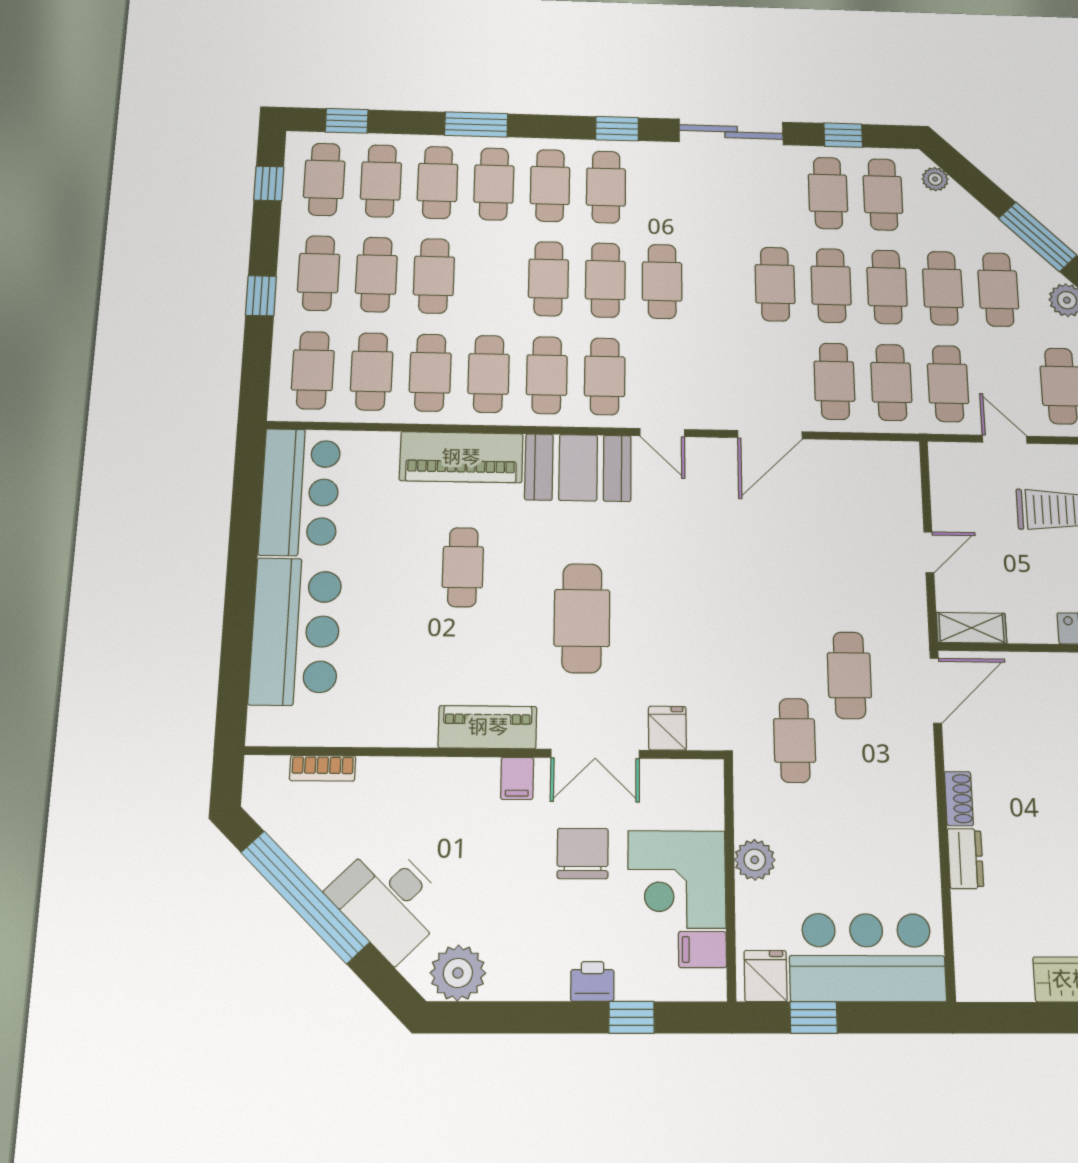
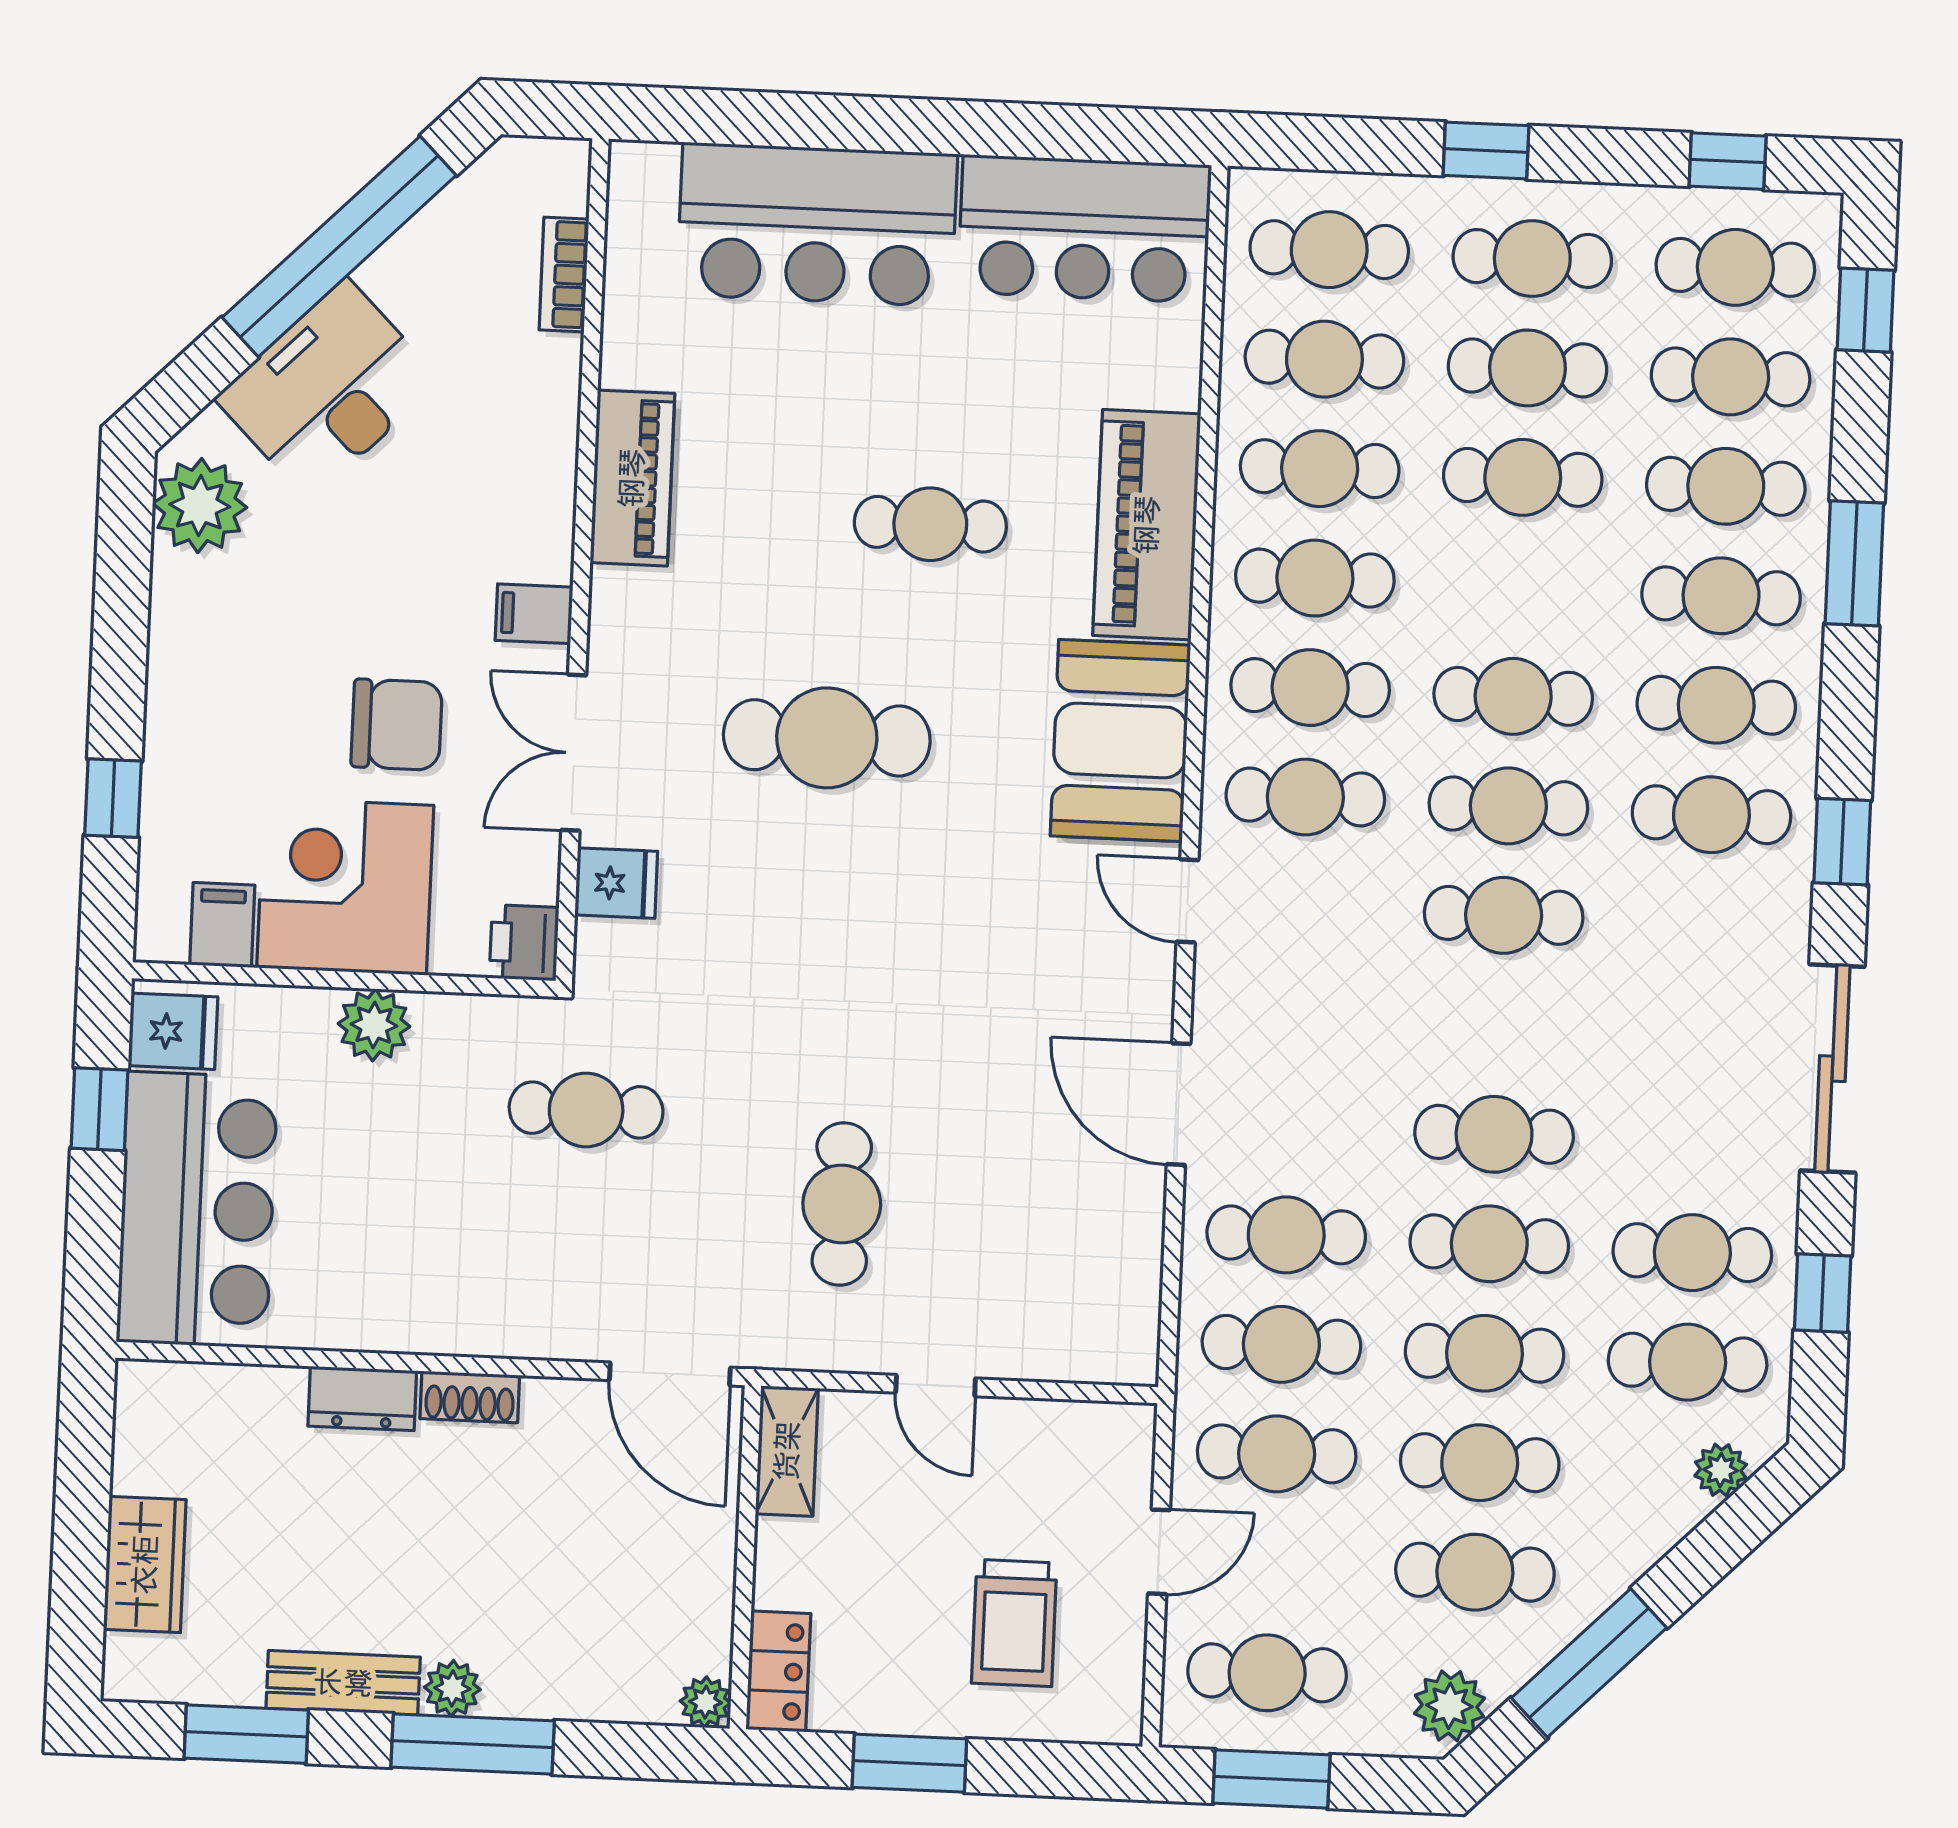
door: (662, 433) -> (1187, 901), hinge flipped
cafe table: (849, 675) -> (842, 1204), moved, turned 90
piano: (488, 727) -> (632, 478), moved
printer: (592, 981) -> (524, 943), moved, turned 180

